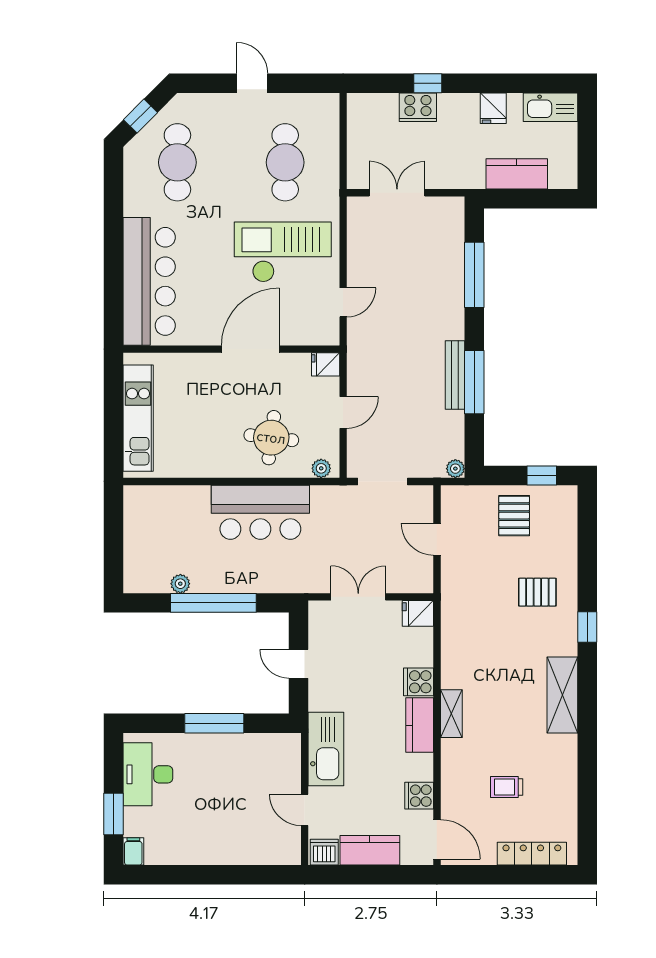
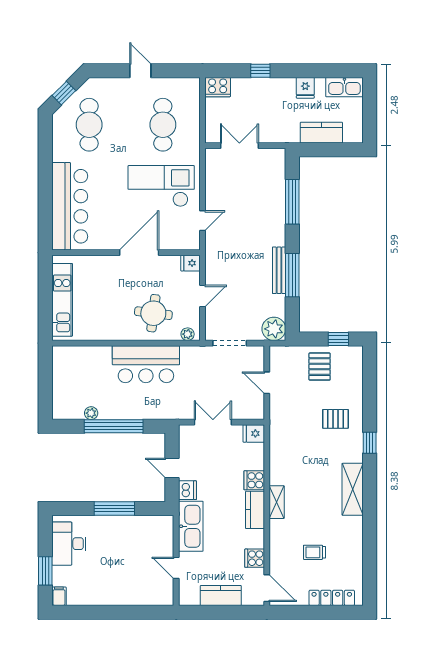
cooker: (418, 107) -> (218, 87), moved
plant: (455, 469) -> (274, 329), width x1.88, depth x1.88
dishwasher: (324, 852) -> (188, 490), moved, turned 90

